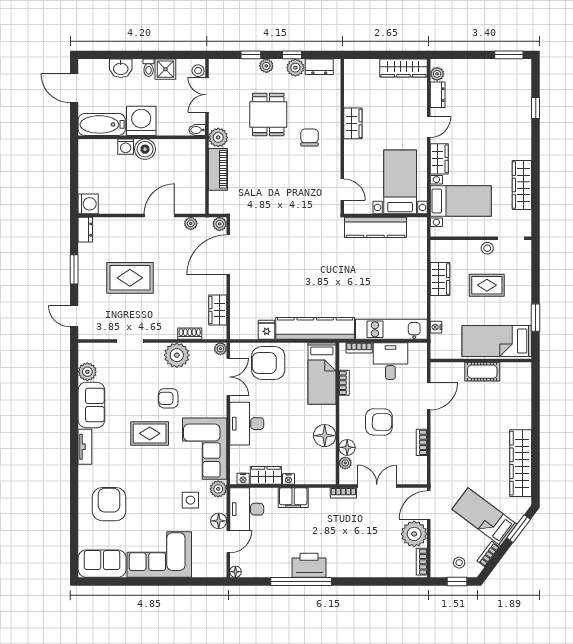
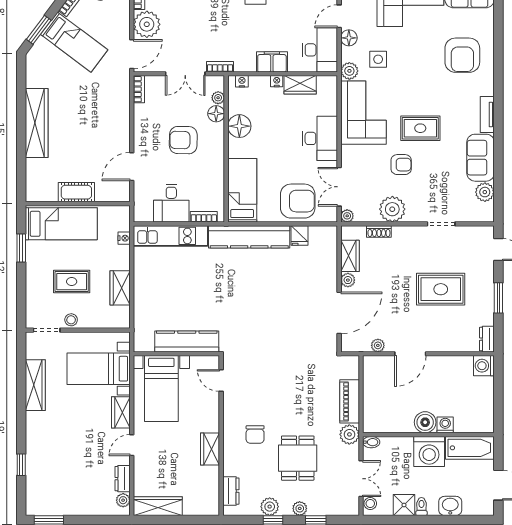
dresser: (319, 67) -> (231, 491), moved, turned 90
plant: (220, 224) -> (348, 280), moved
bookcase: (344, 383) -> (219, 181), removed
bookcase: (422, 442) -> (139, 89), moved
wardrobe: (521, 463) -> (37, 123), moved
nightstand: (243, 479) -> (242, 81), moved

